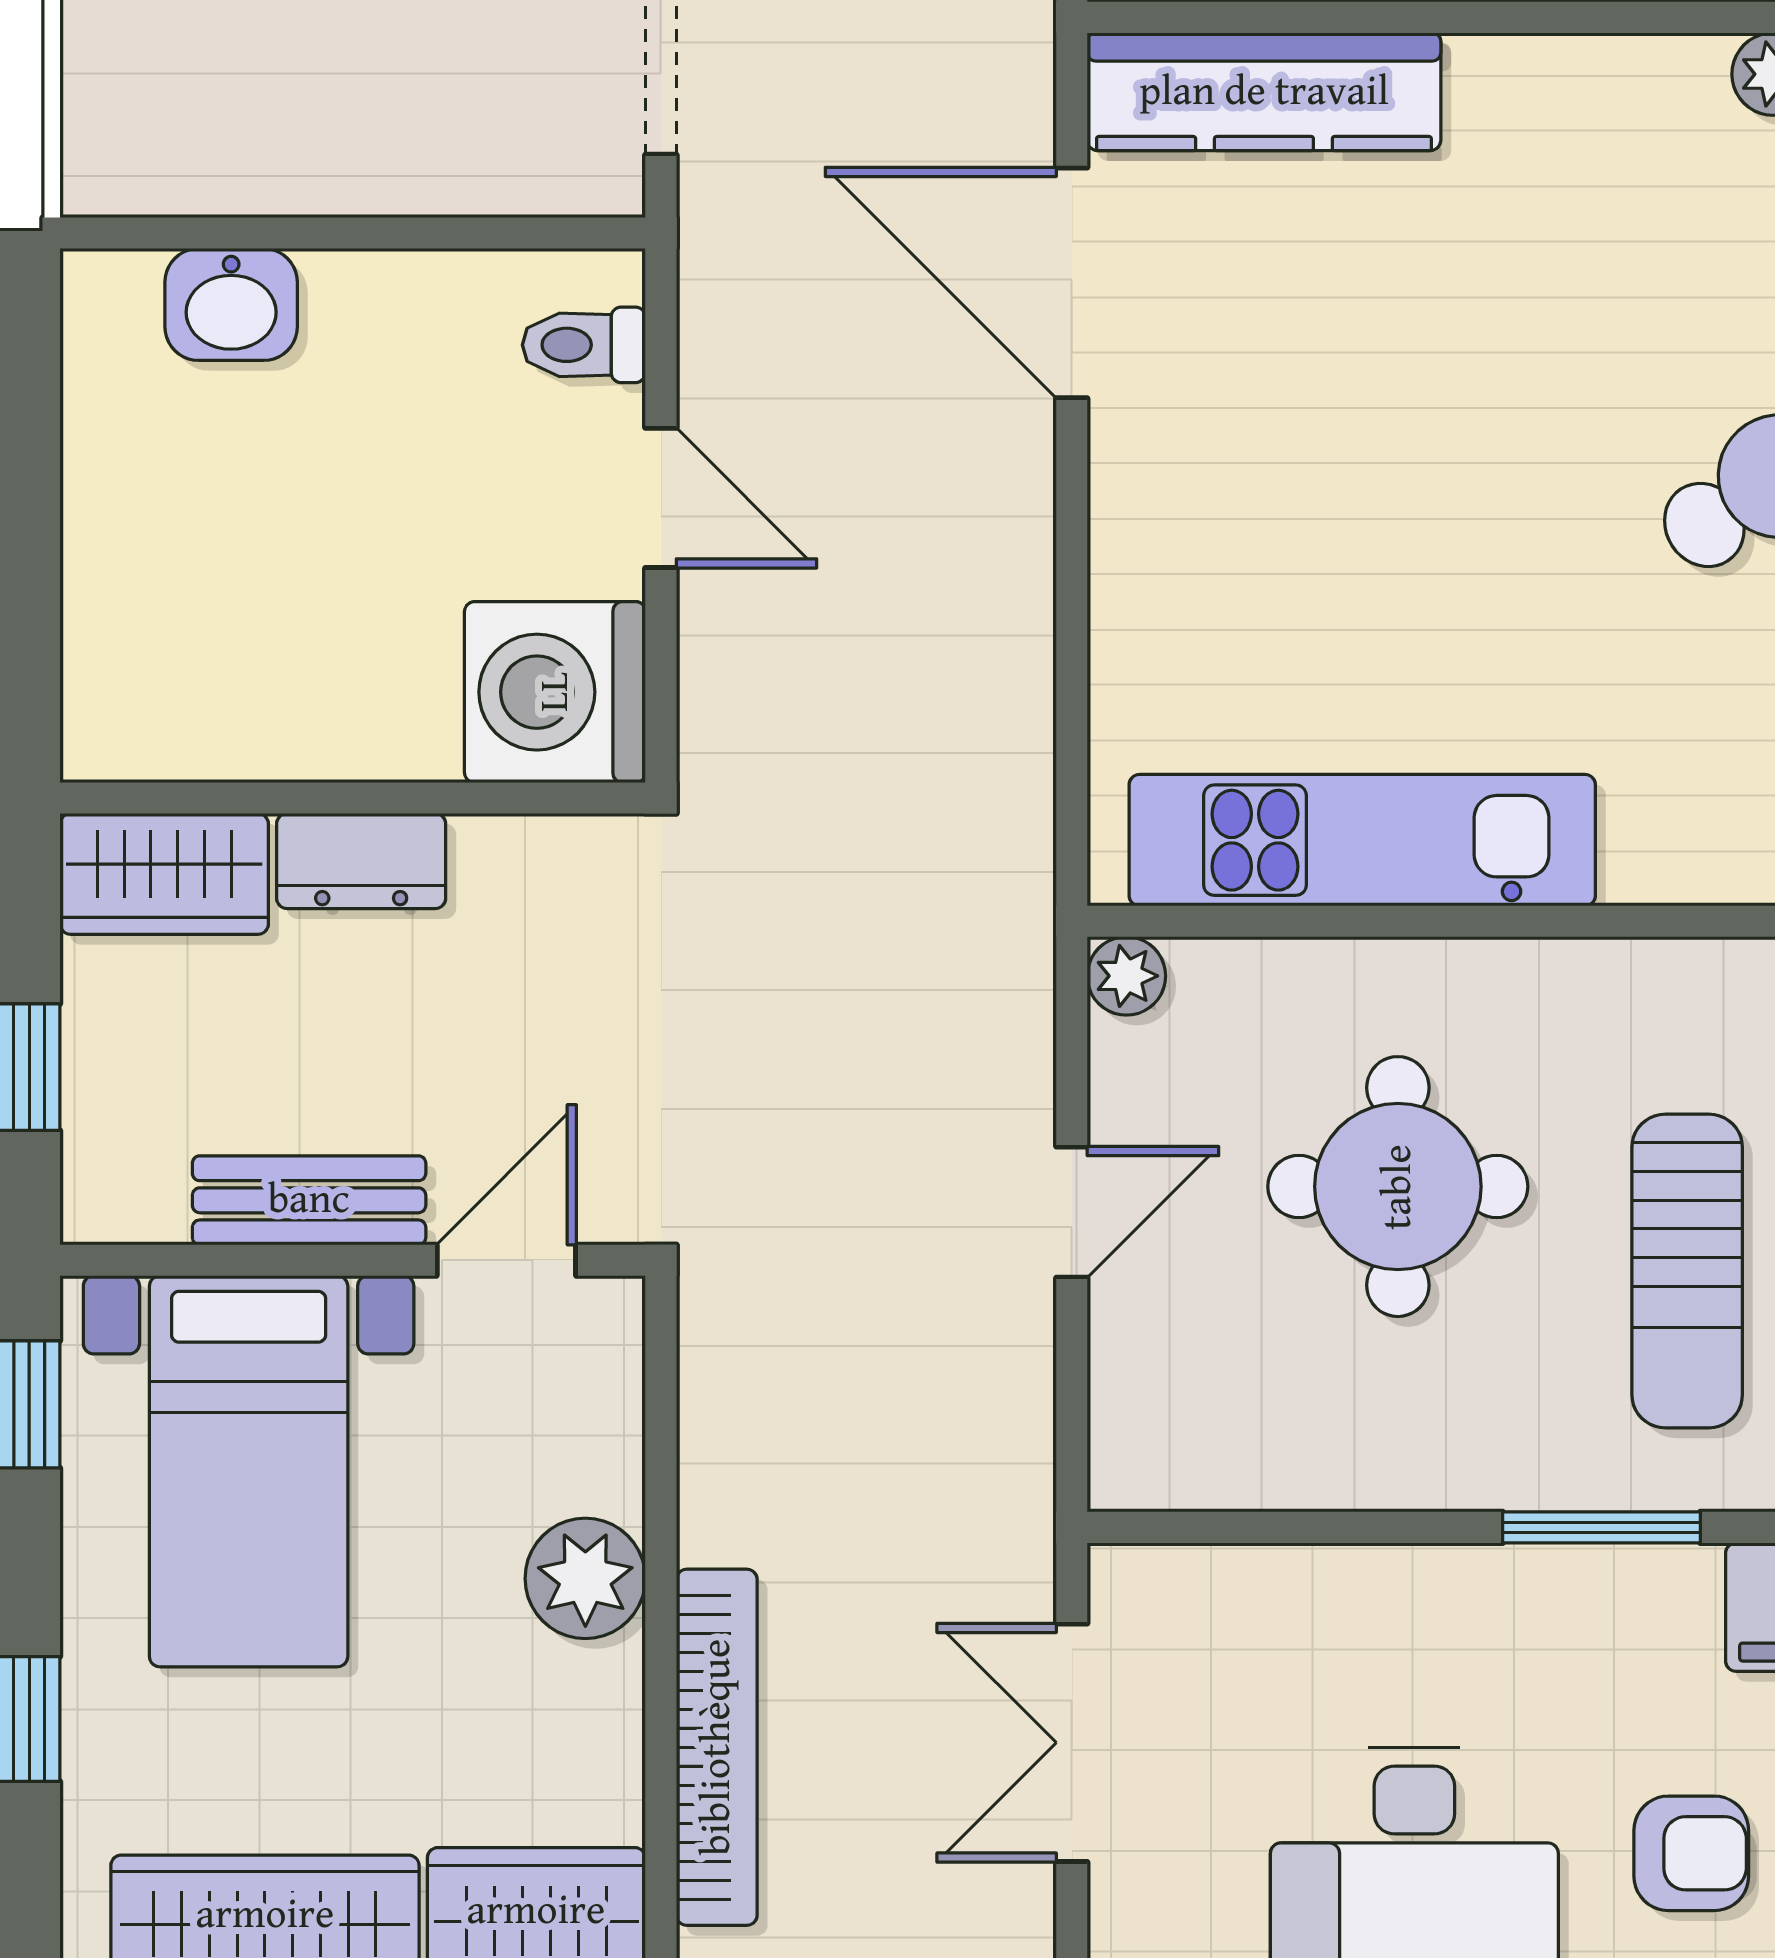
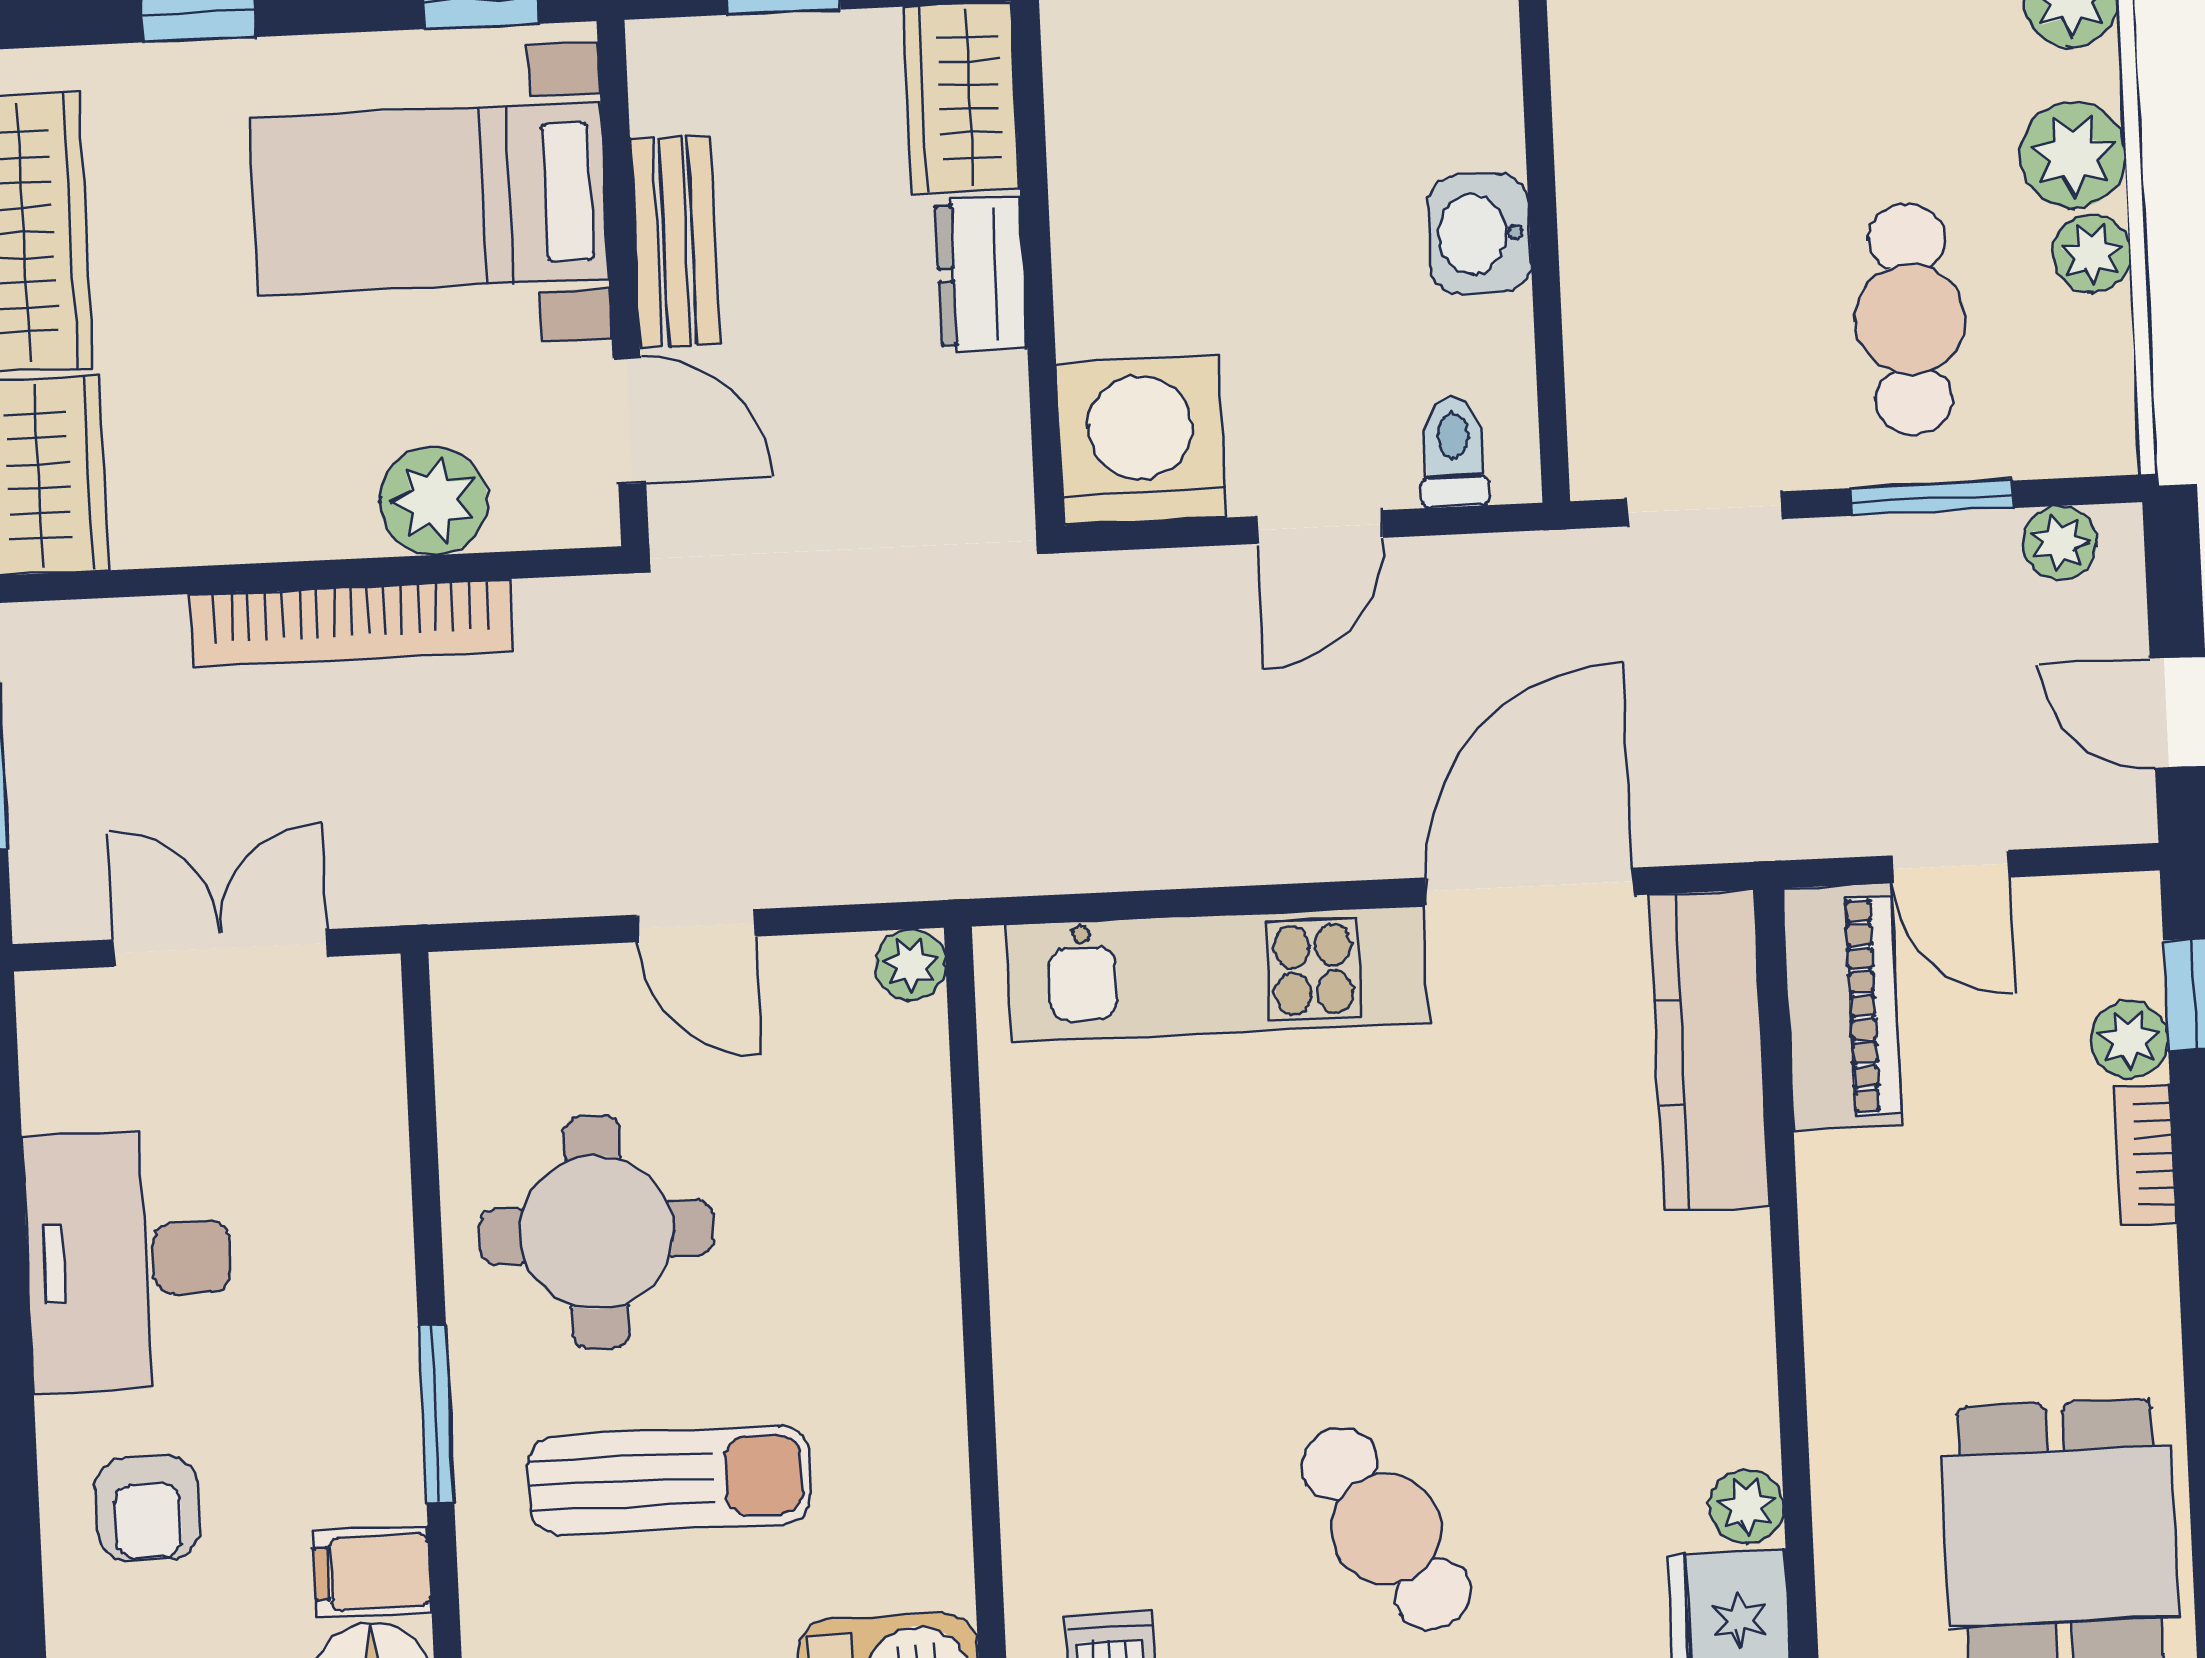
washbasin: (231, 304) -> (1479, 234), moved
kitchen unit: (1362, 840) -> (1217, 974), moved, turned 90
round table: (1398, 1187) -> (597, 1232), moved
sun lounger: (1687, 1271) -> (670, 1480), turned 180
plant: (585, 1578) -> (433, 501), moved
bookcase: (717, 1747) -> (351, 623), moved

